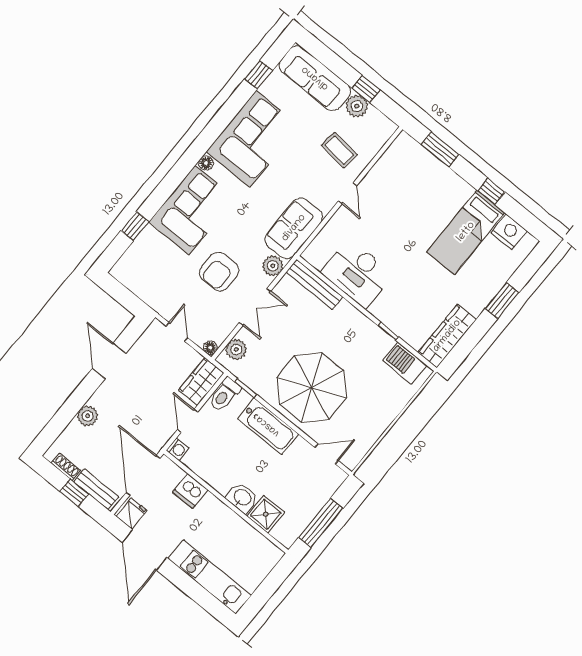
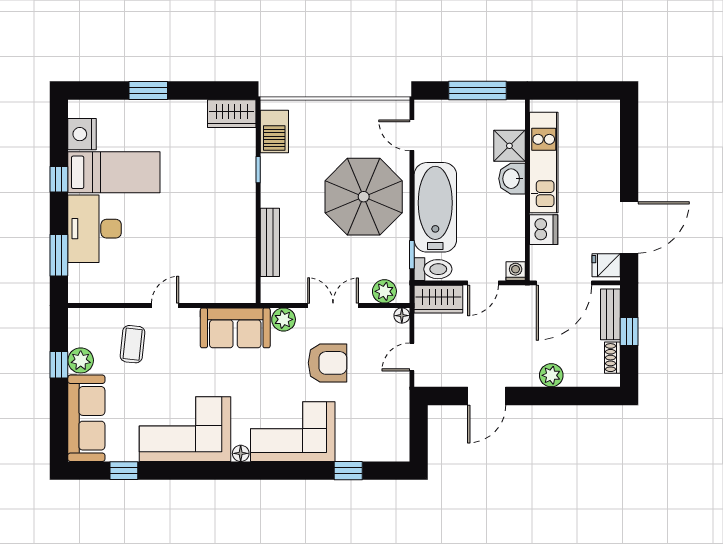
desk: (357, 273) -> (95, 229), moved, turned 180
bench: (314, 284) -> (270, 242), moved
wardrobe: (447, 336) -> (232, 114), width x0.67
bathtub: (268, 426) -> (435, 207), width x1.36, depth x1.36
kitchen unit: (210, 577) -> (544, 162), moved, turned 180

